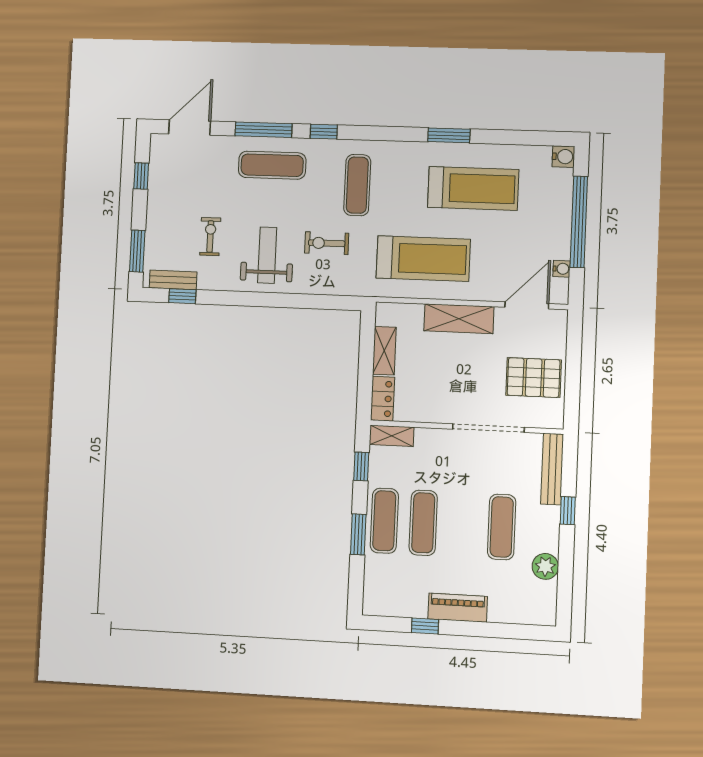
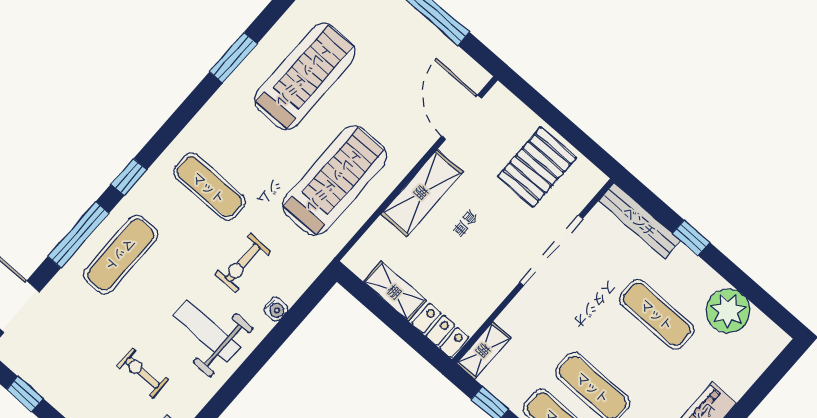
water cooler: (562, 269) -> (276, 309), moved, turned 90
plant: (545, 566) -> (728, 311), width x1.36, depth x1.36

